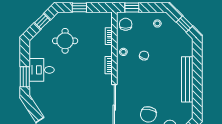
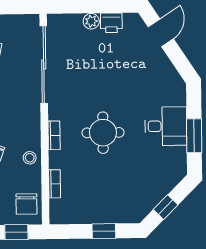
round table: (65, 41) -> (103, 133), moved
window: (25, 77) -> (194, 136), moved

